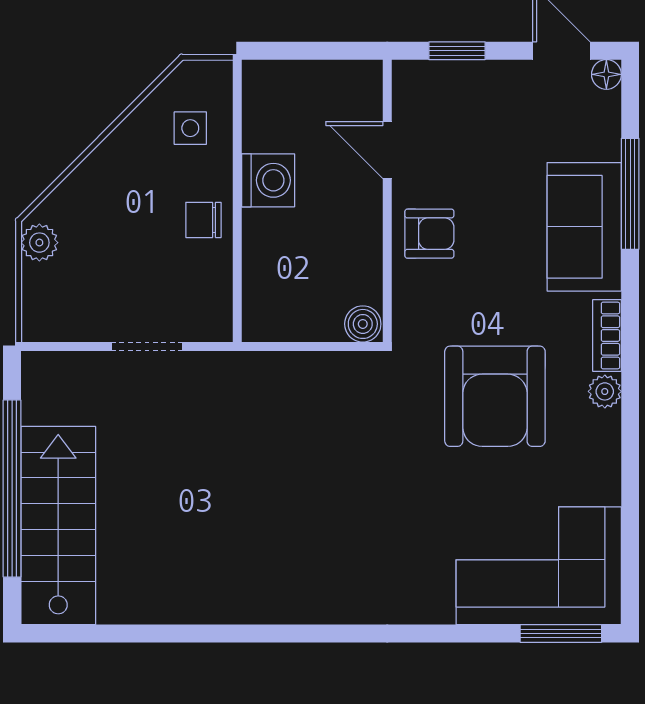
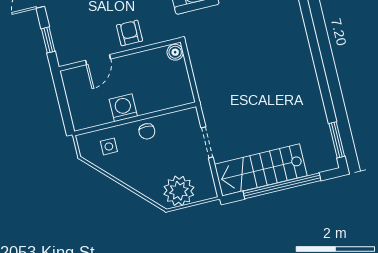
plant: (39, 243) -> (179, 191), width x1.88, depth x1.88
stairs: (58, 526) -> (261, 170), moved
window: (84, 634) -> (337, 140), added

